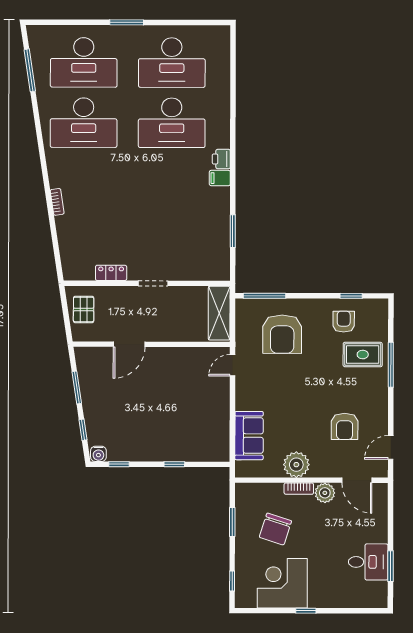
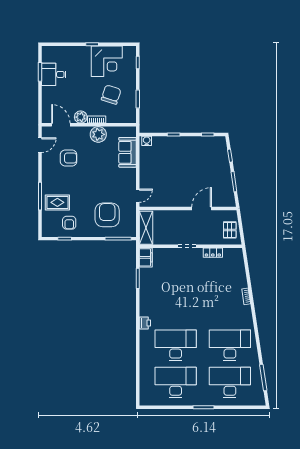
filing cabinet: (220, 178) -> (146, 257), moved, width x2.00
armchair: (345, 426) -> (69, 158), turned 90
water cooler: (98, 454) -> (147, 141), moved

